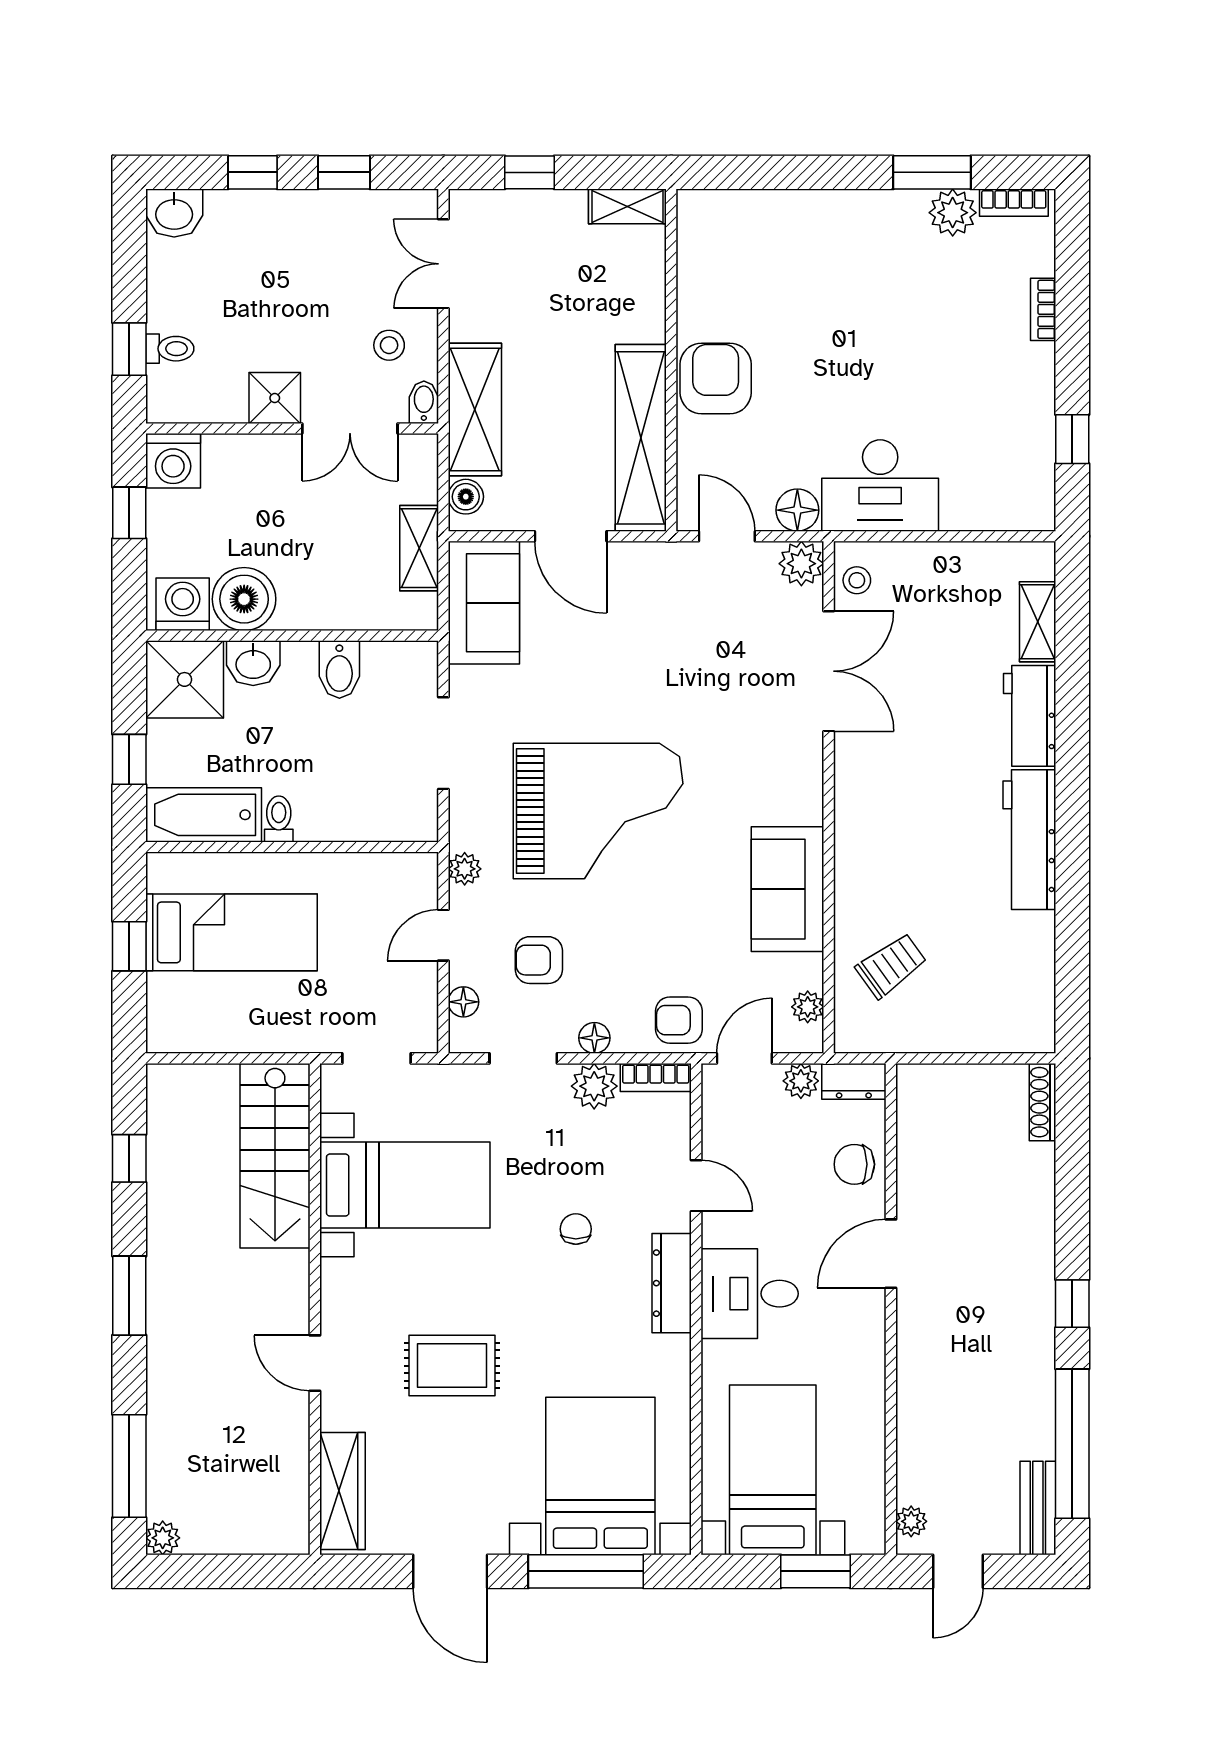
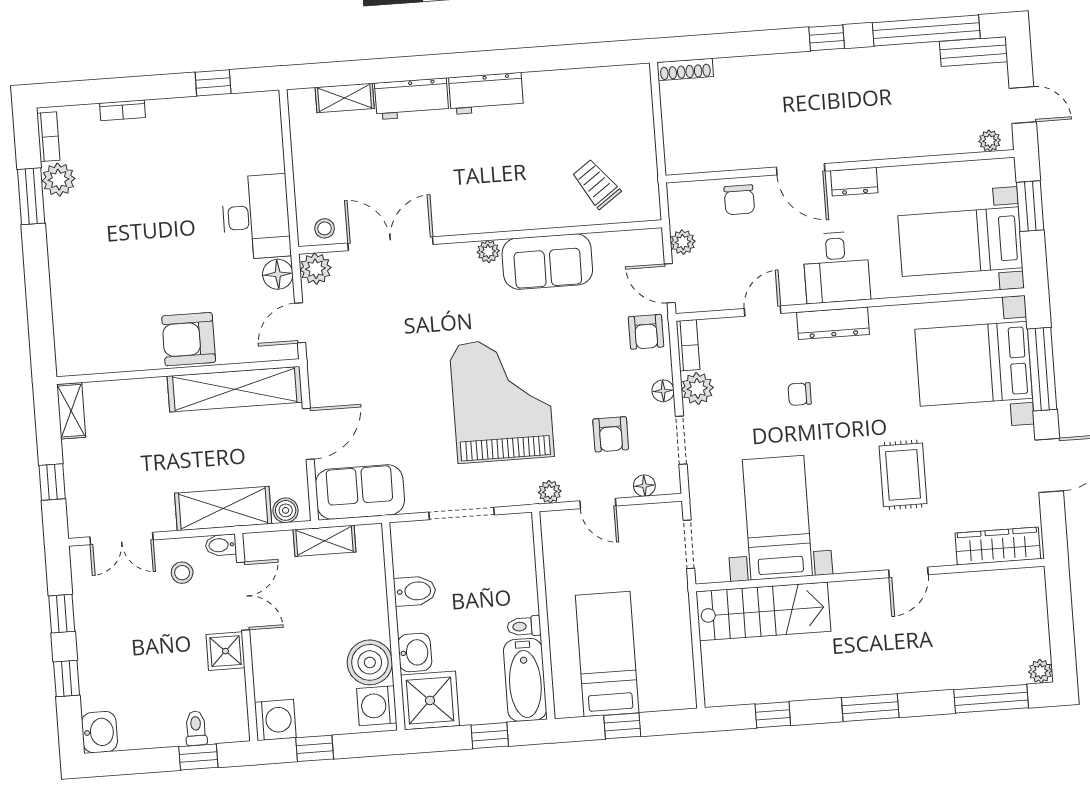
workbench: (1029, 840) -> (486, 93), width x0.73
plant: (808, 1007) -> (488, 251), moved
dresser: (854, 1081) -> (854, 182), moved, turned 90

